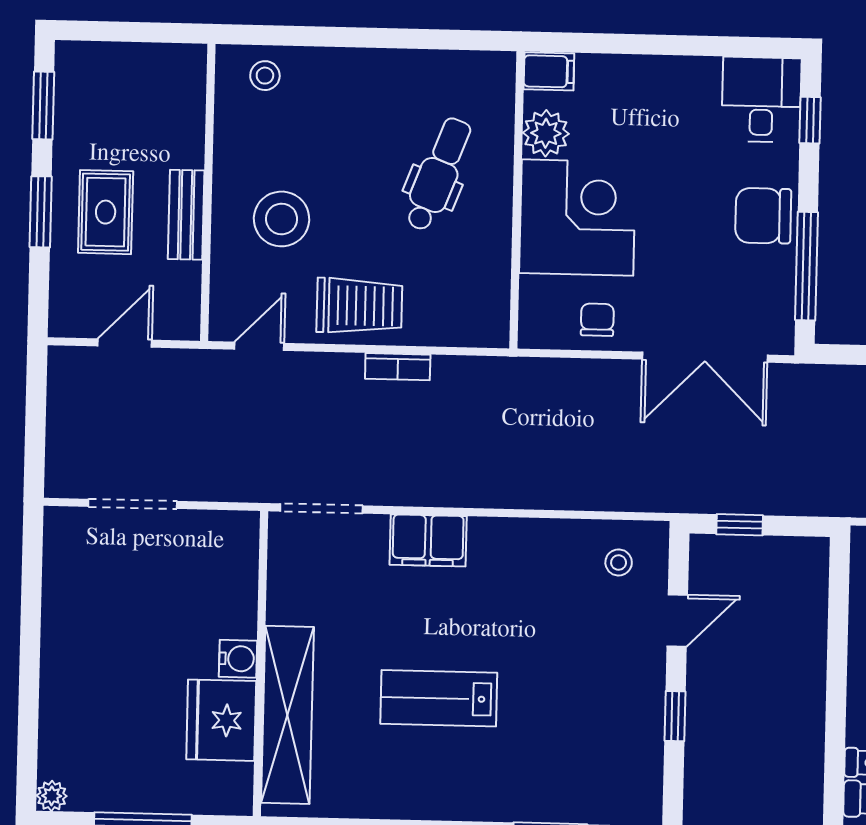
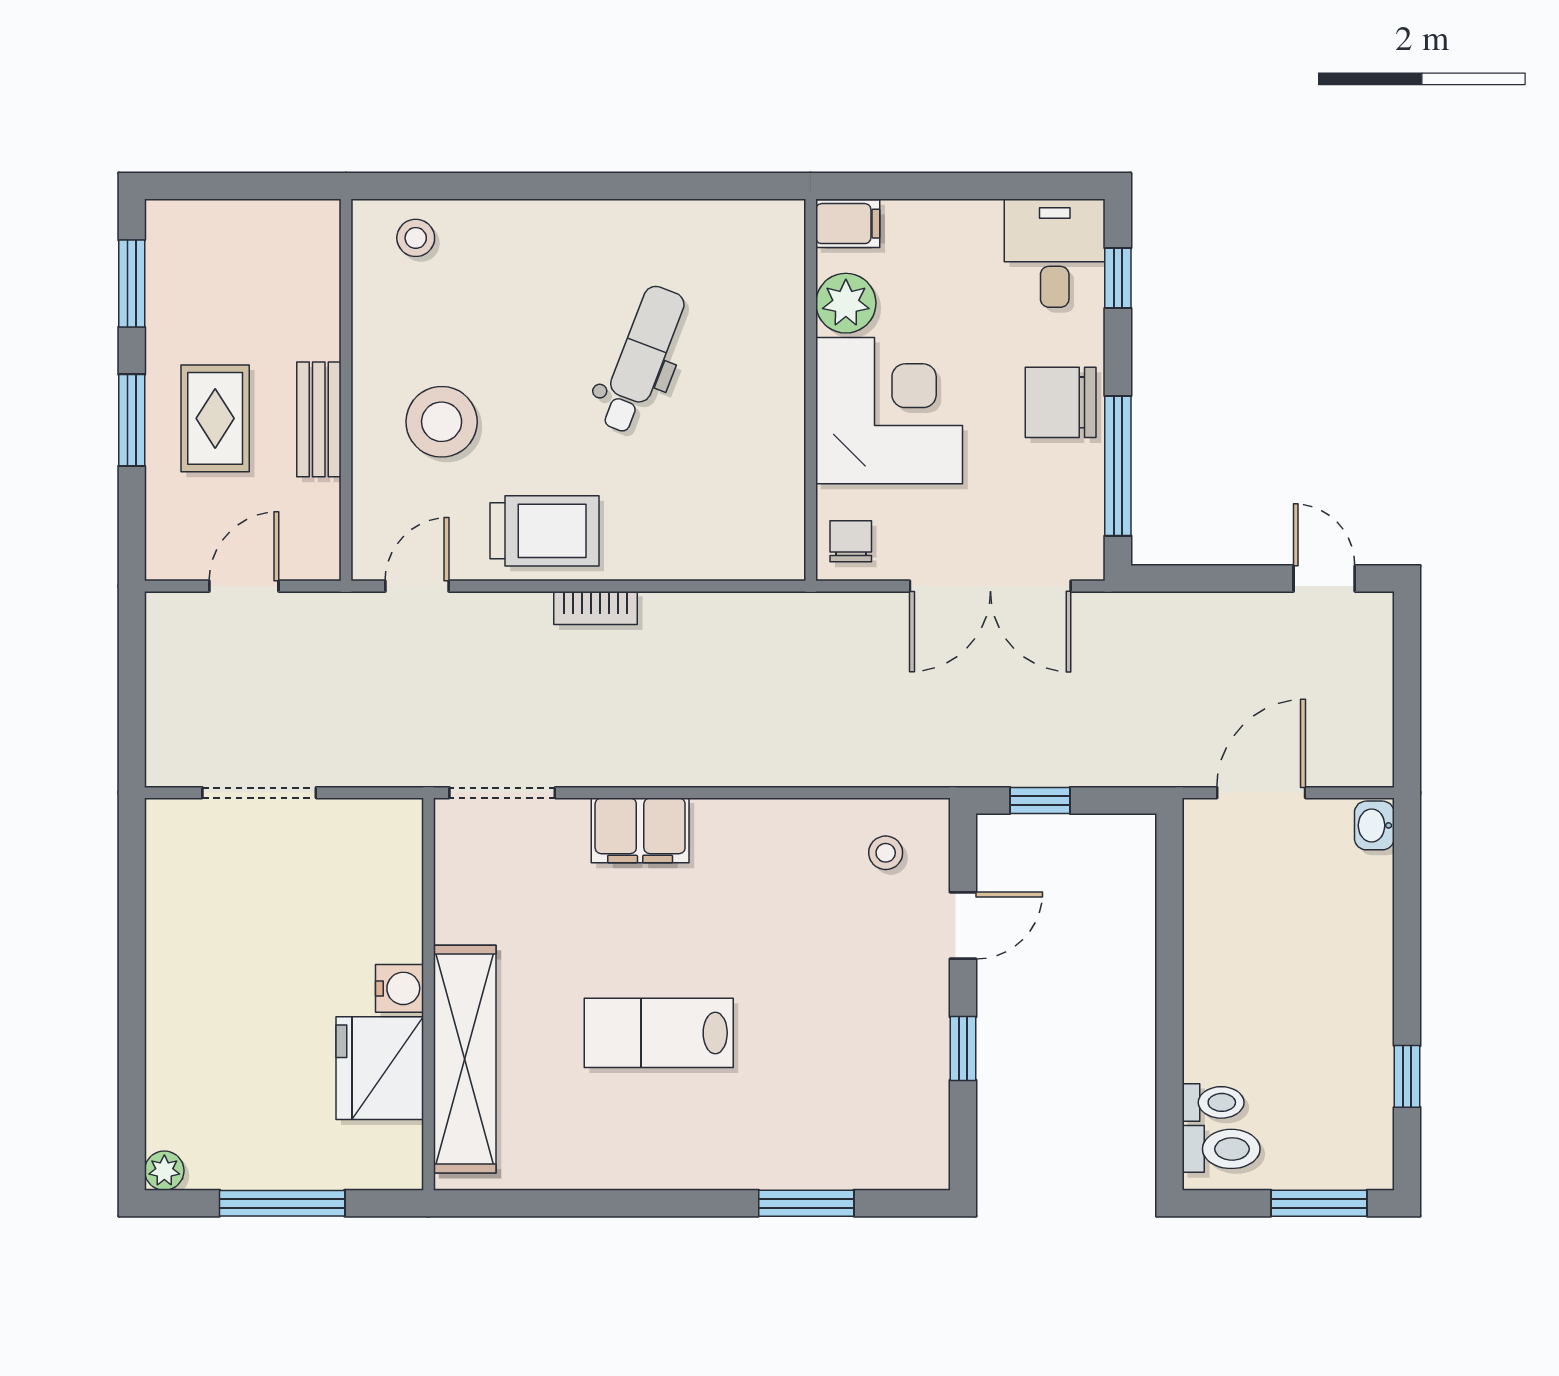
filing cabinet: (549, 71) -> (848, 224), moved
plant: (546, 133) -> (846, 303), moved
wall: (517, 200) -> (811, 390), moved
corner desk: (577, 218) -> (889, 411), moved

